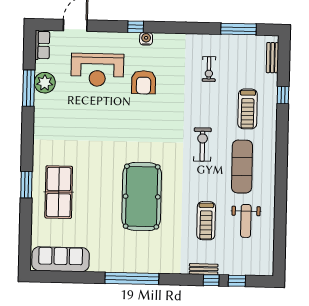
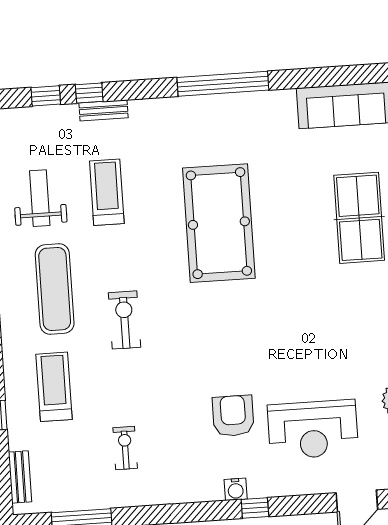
reception desk: (97, 70) -> (313, 429), turned 180
exercise bike: (202, 145) -> (125, 320), turned 180

